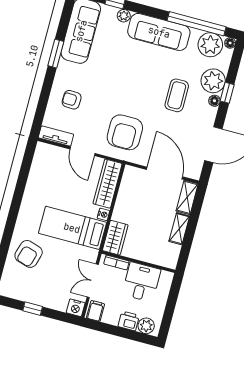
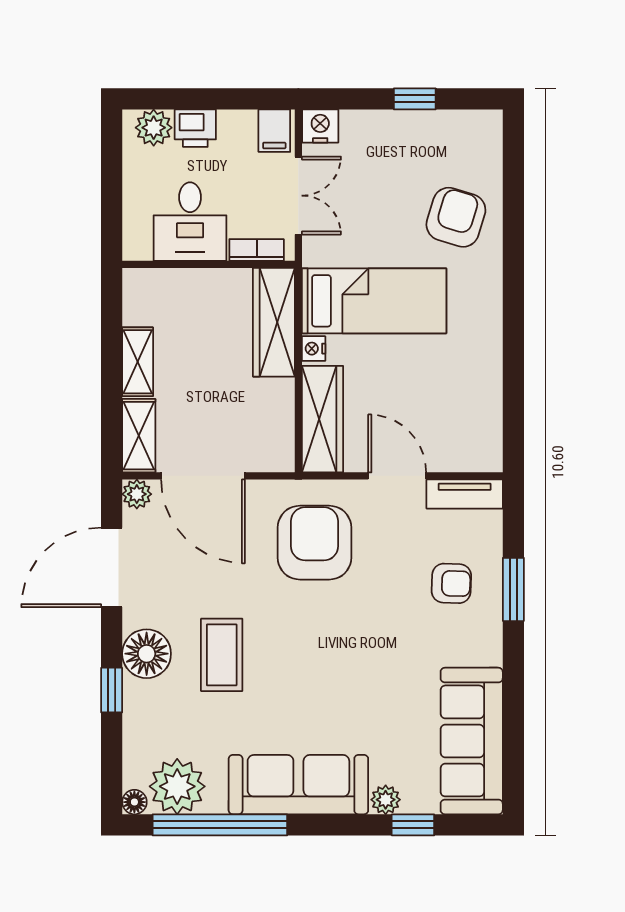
window: (56, 54) -> (513, 589), moved
plant: (213, 81) -> (137, 494), moved, width x0.53, depth x0.53
floor lamp: (214, 101) -> (147, 654), width x1.89, depth x1.89
wardrobe: (115, 238) -> (274, 322), width x1.50

